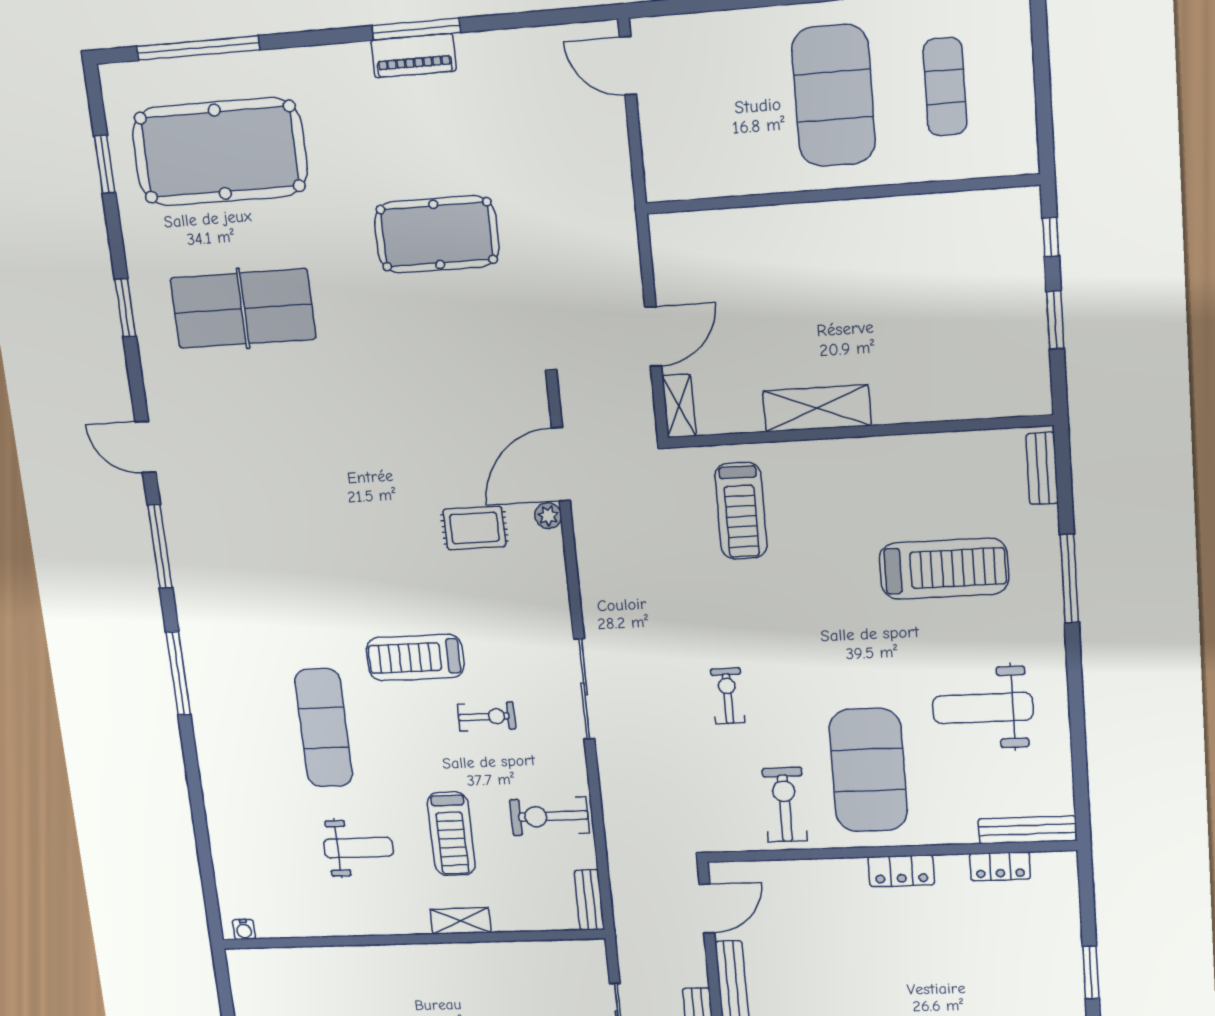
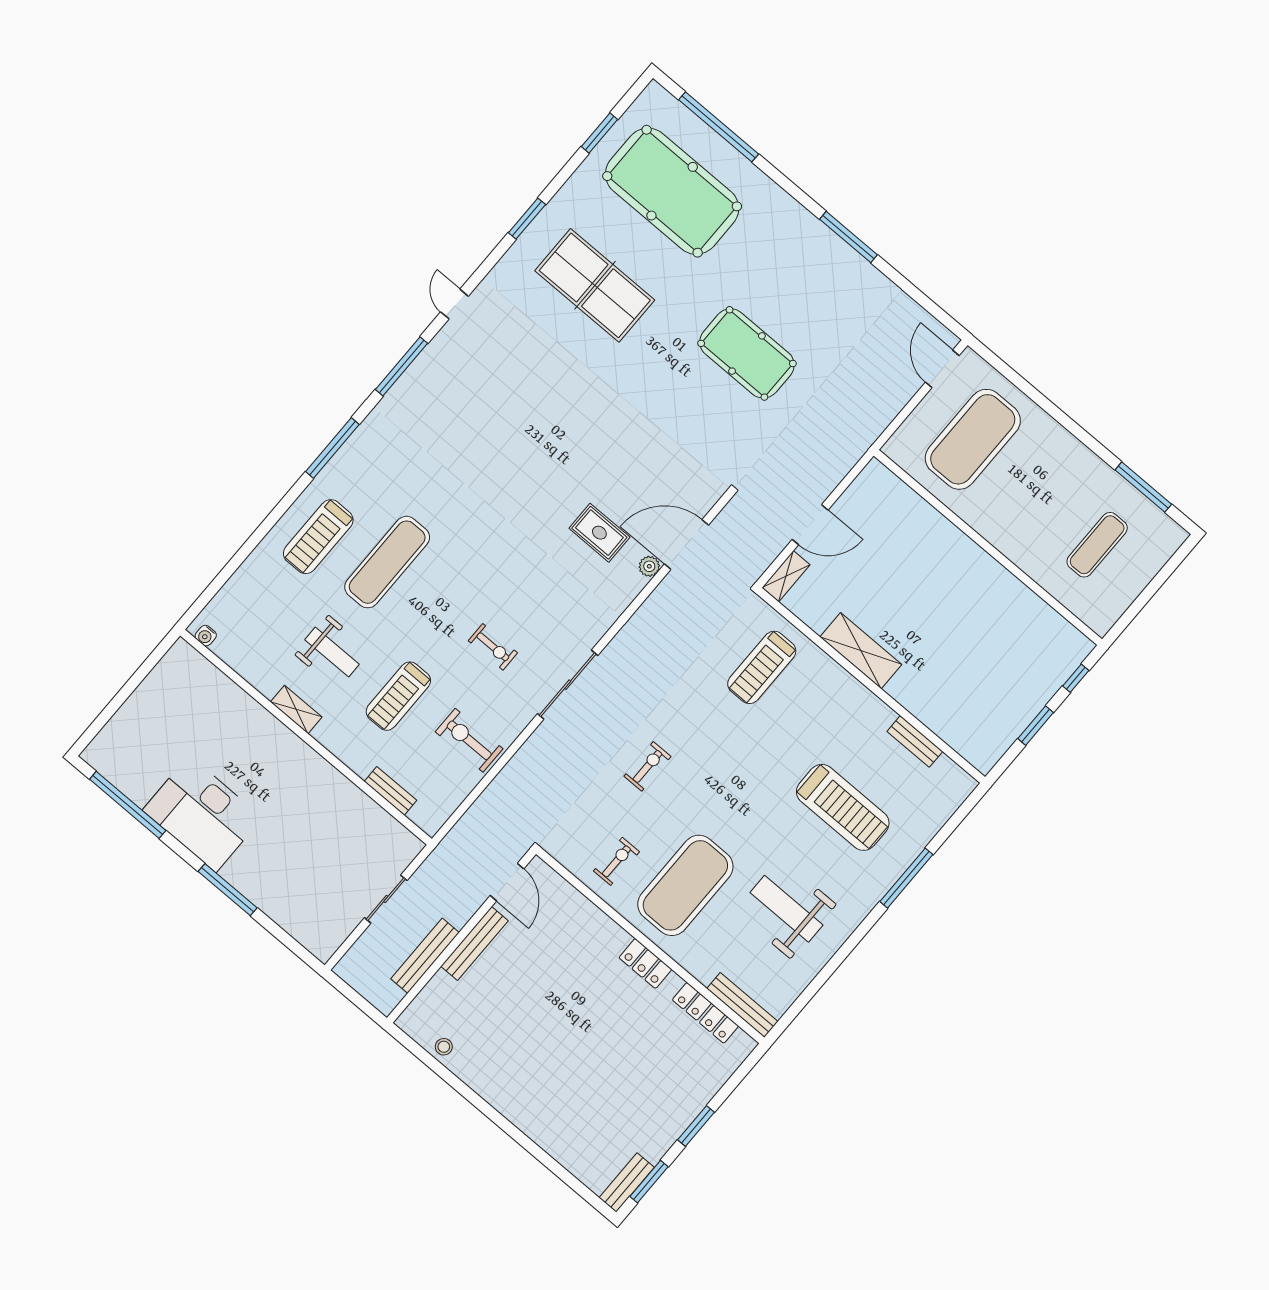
piano: (414, 56) -> (833, 249), removed
exercise mat: (834, 96) -> (973, 439), moved
door: (146, 447) -> (454, 304), width x0.73
bench: (1042, 468) -> (915, 741), moved, turned 90
treadmill: (415, 658) -> (318, 537), moved, turned -90
exercise bike: (785, 805) -> (616, 861), width x0.73, depth x0.72
locker: (1000, 866) -> (705, 1013), width x1.53
bench: (589, 900) -> (391, 791), moved, turned 90
door: (707, 908) -> (507, 882), hinge flipped
shelving: (461, 921) -> (296, 709), moved

